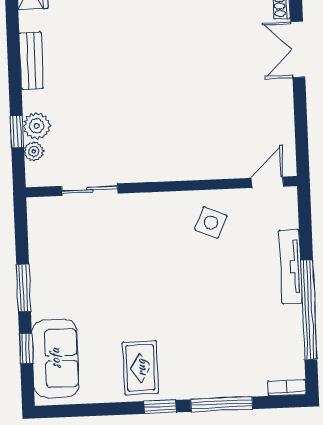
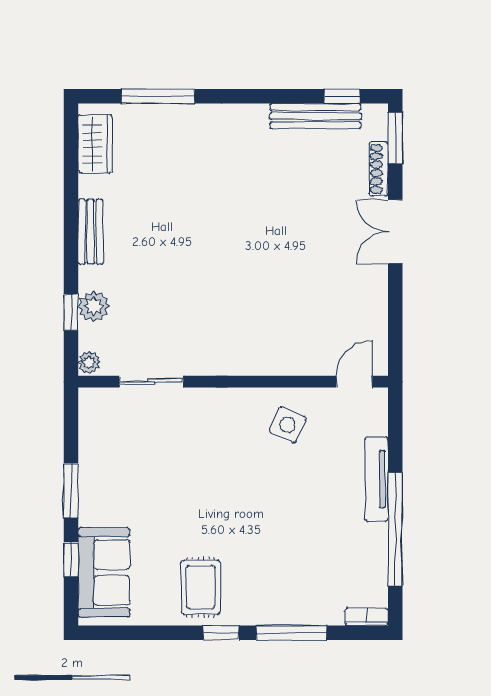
plant: (34, 151) -> (89, 362), moved

